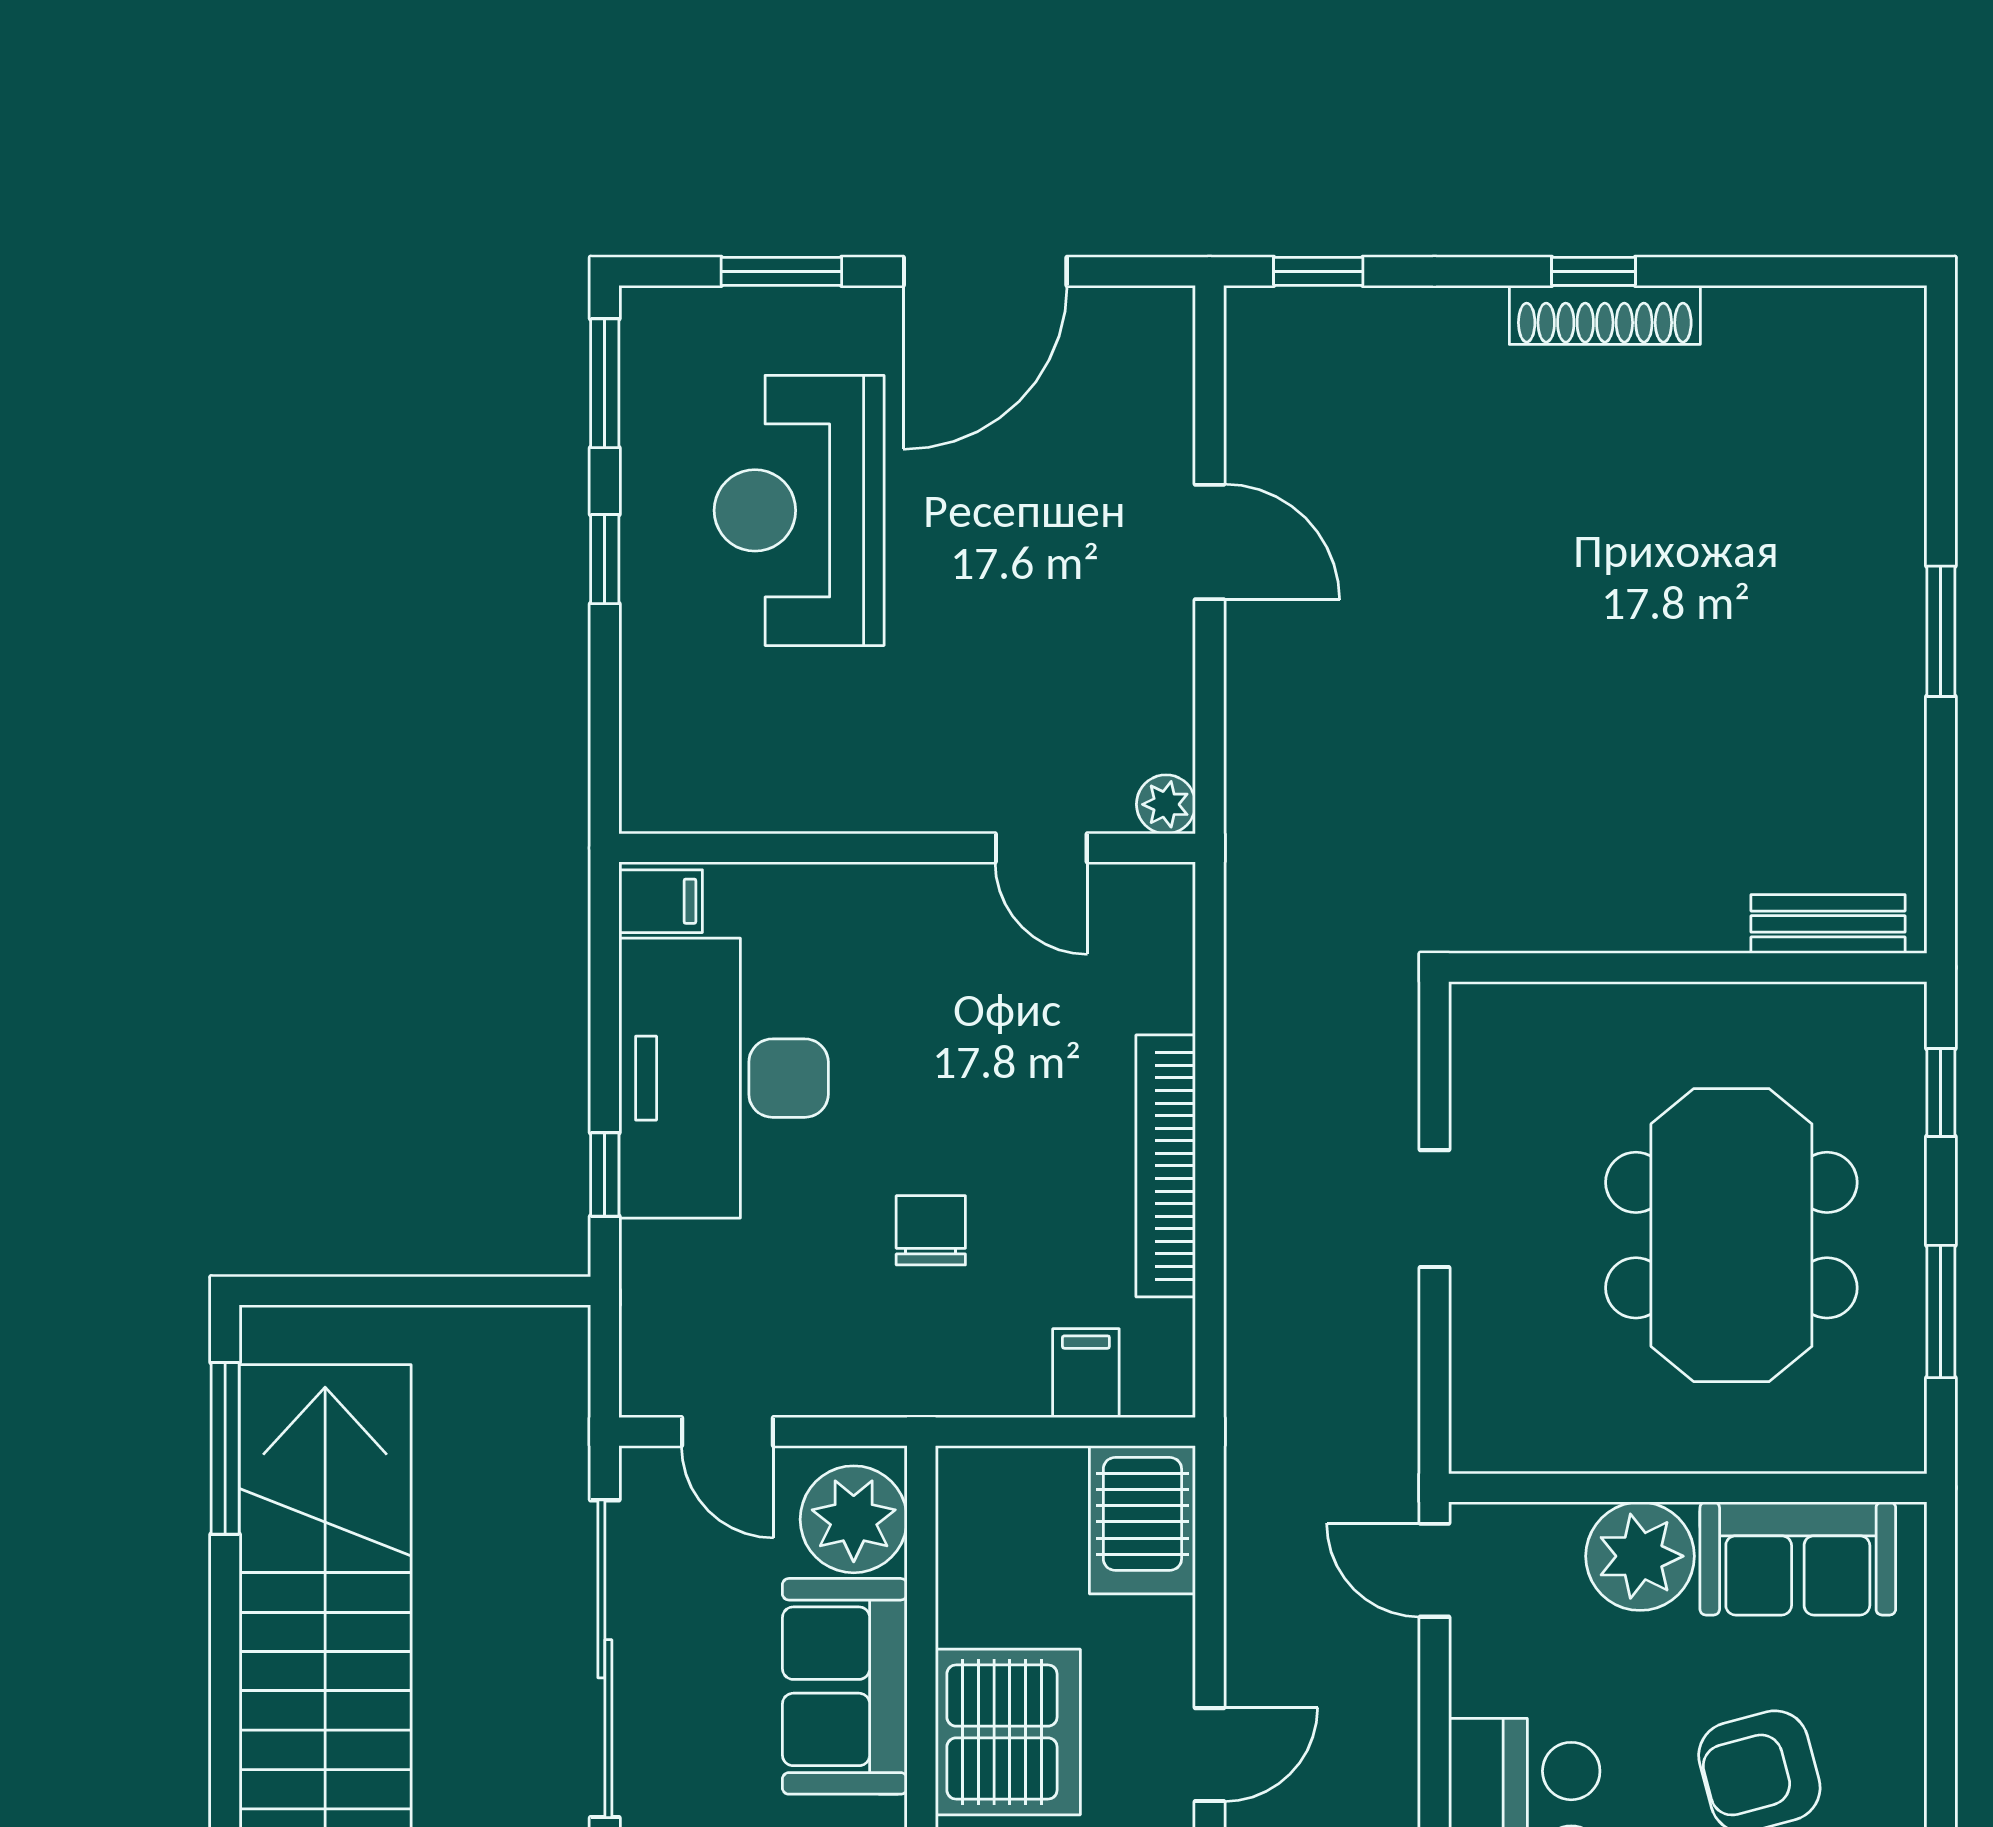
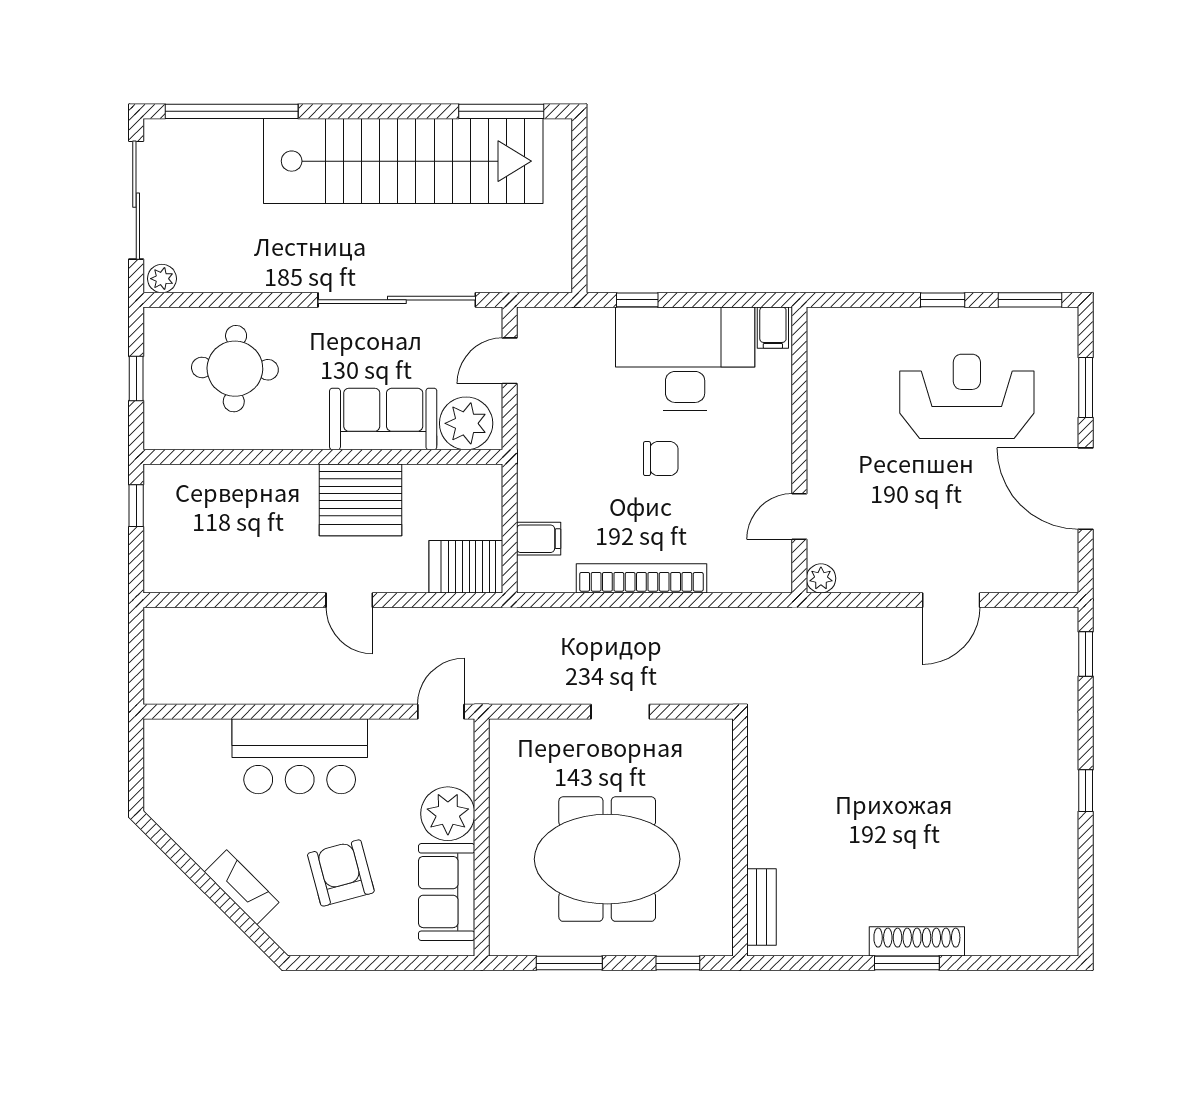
shoe rack: (1605, 315) -> (917, 941), moved, turned 90
chair: (931, 1230) -> (661, 459), moved

